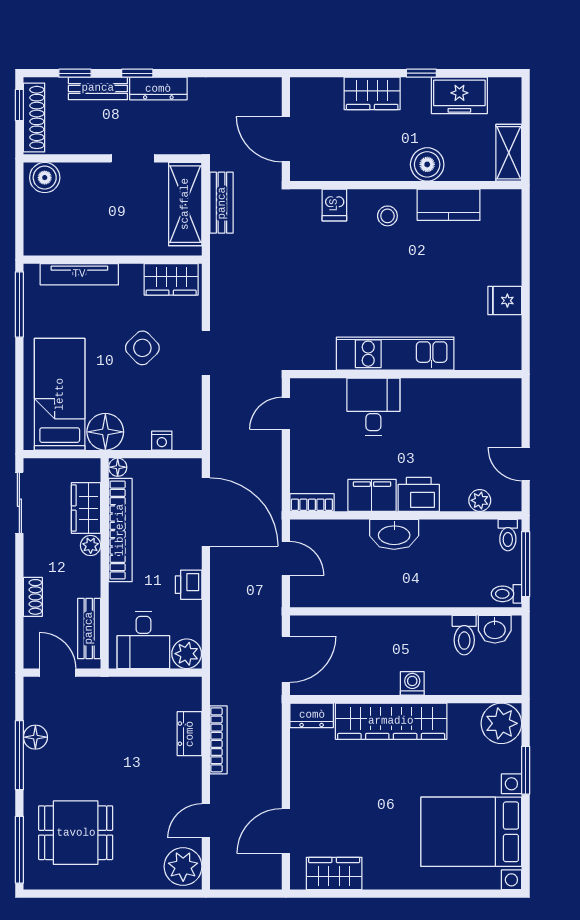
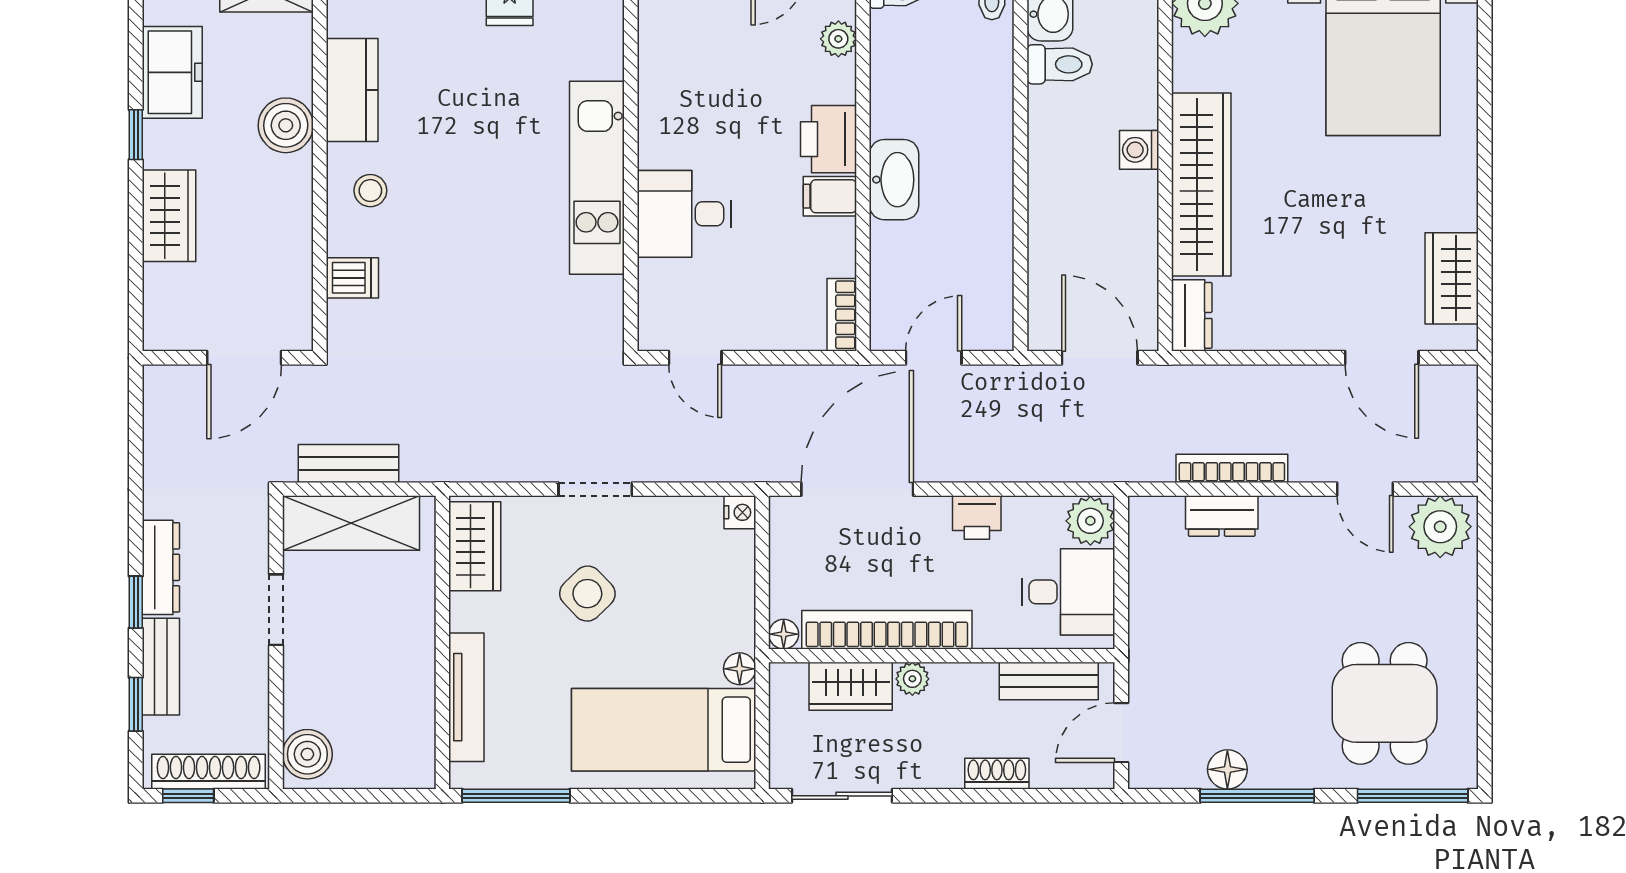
floor lamp: (105, 432) -> (740, 669), width x0.53, depth x0.53
nightstand: (162, 441) -> (740, 512), moved
filing cabinet: (372, 495) -> (830, 196), width x0.50

